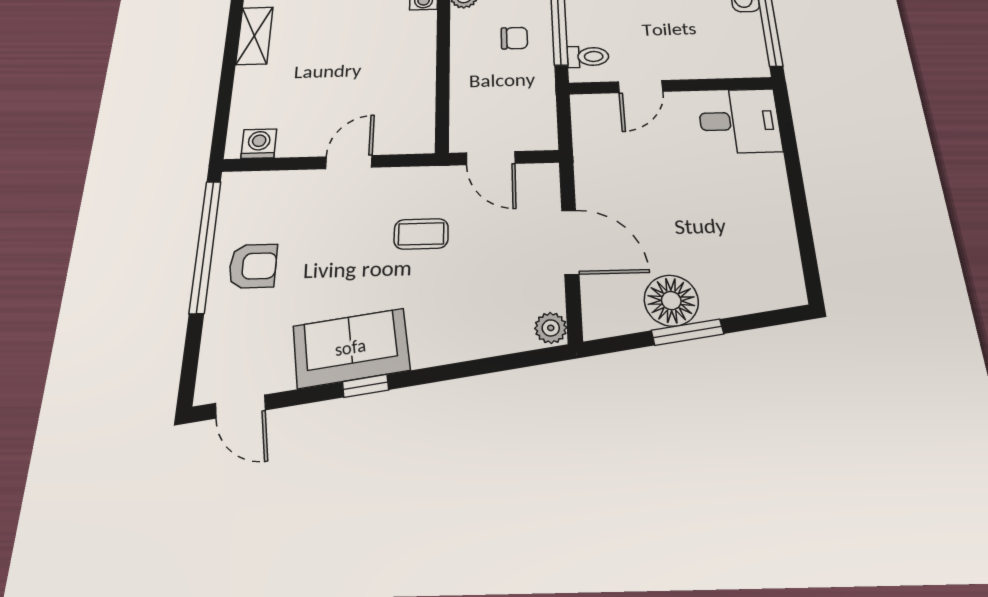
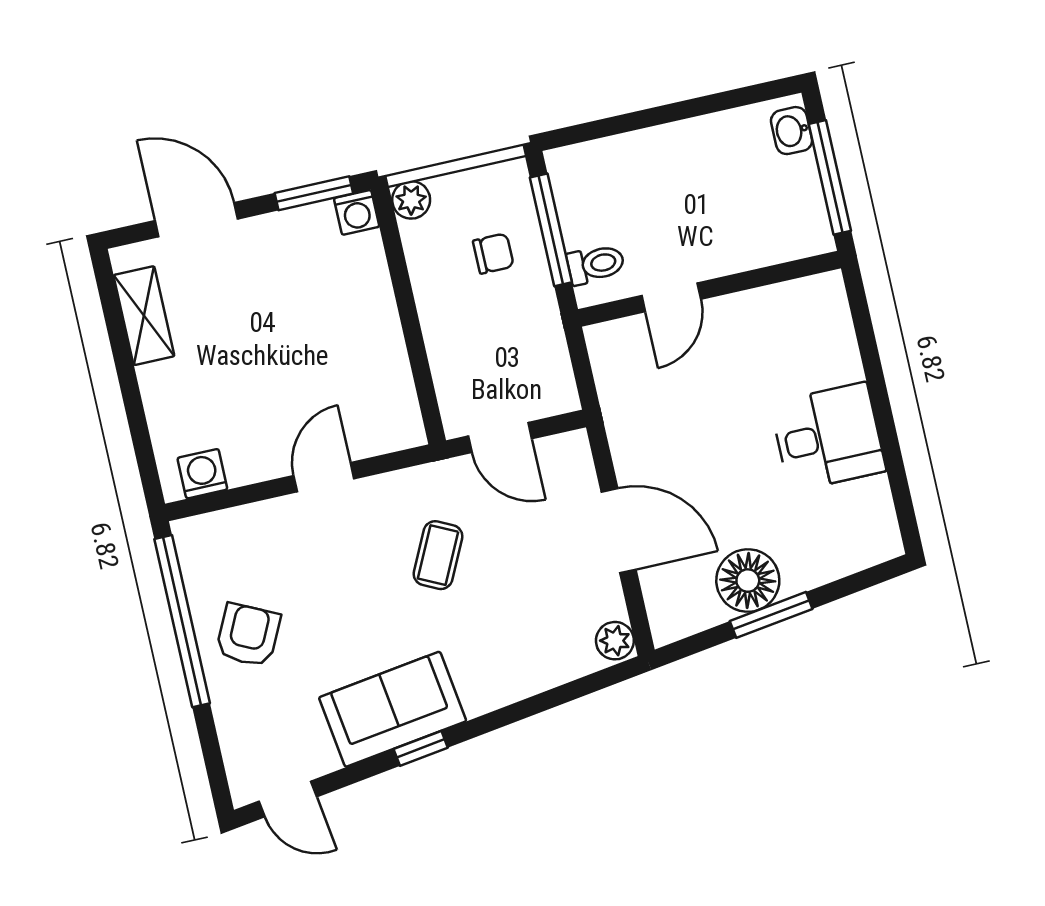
desk: (739, 121) -> (828, 437), moved
coffee table: (421, 234) -> (438, 555), turned -64
armchair: (253, 266) -> (248, 635), turned -64

